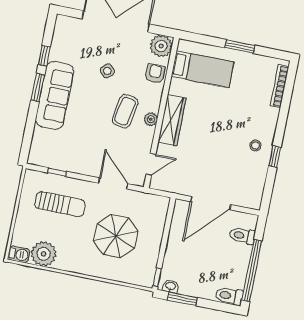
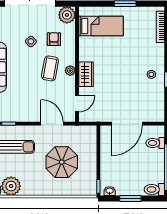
armchair: (155, 74) -> (54, 39), moved
wardrobe: (172, 120) -> (86, 74), width x0.67
window: (182, 299) -> (130, 199), moved

